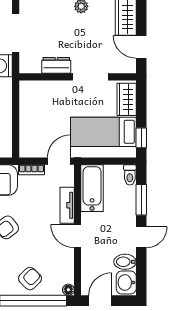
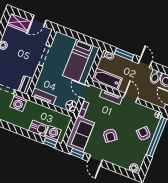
dresser: (56, 65) -> (25, 85), moved
wardrobe: (127, 99) -> (65, 40), removed
tv unit: (27, 100) -> (43, 96), added
window: (141, 138) -> (90, 41), removed
floor lamp: (29, 149) -> (71, 106), added
door: (78, 236) -> (130, 98), swing flipped

